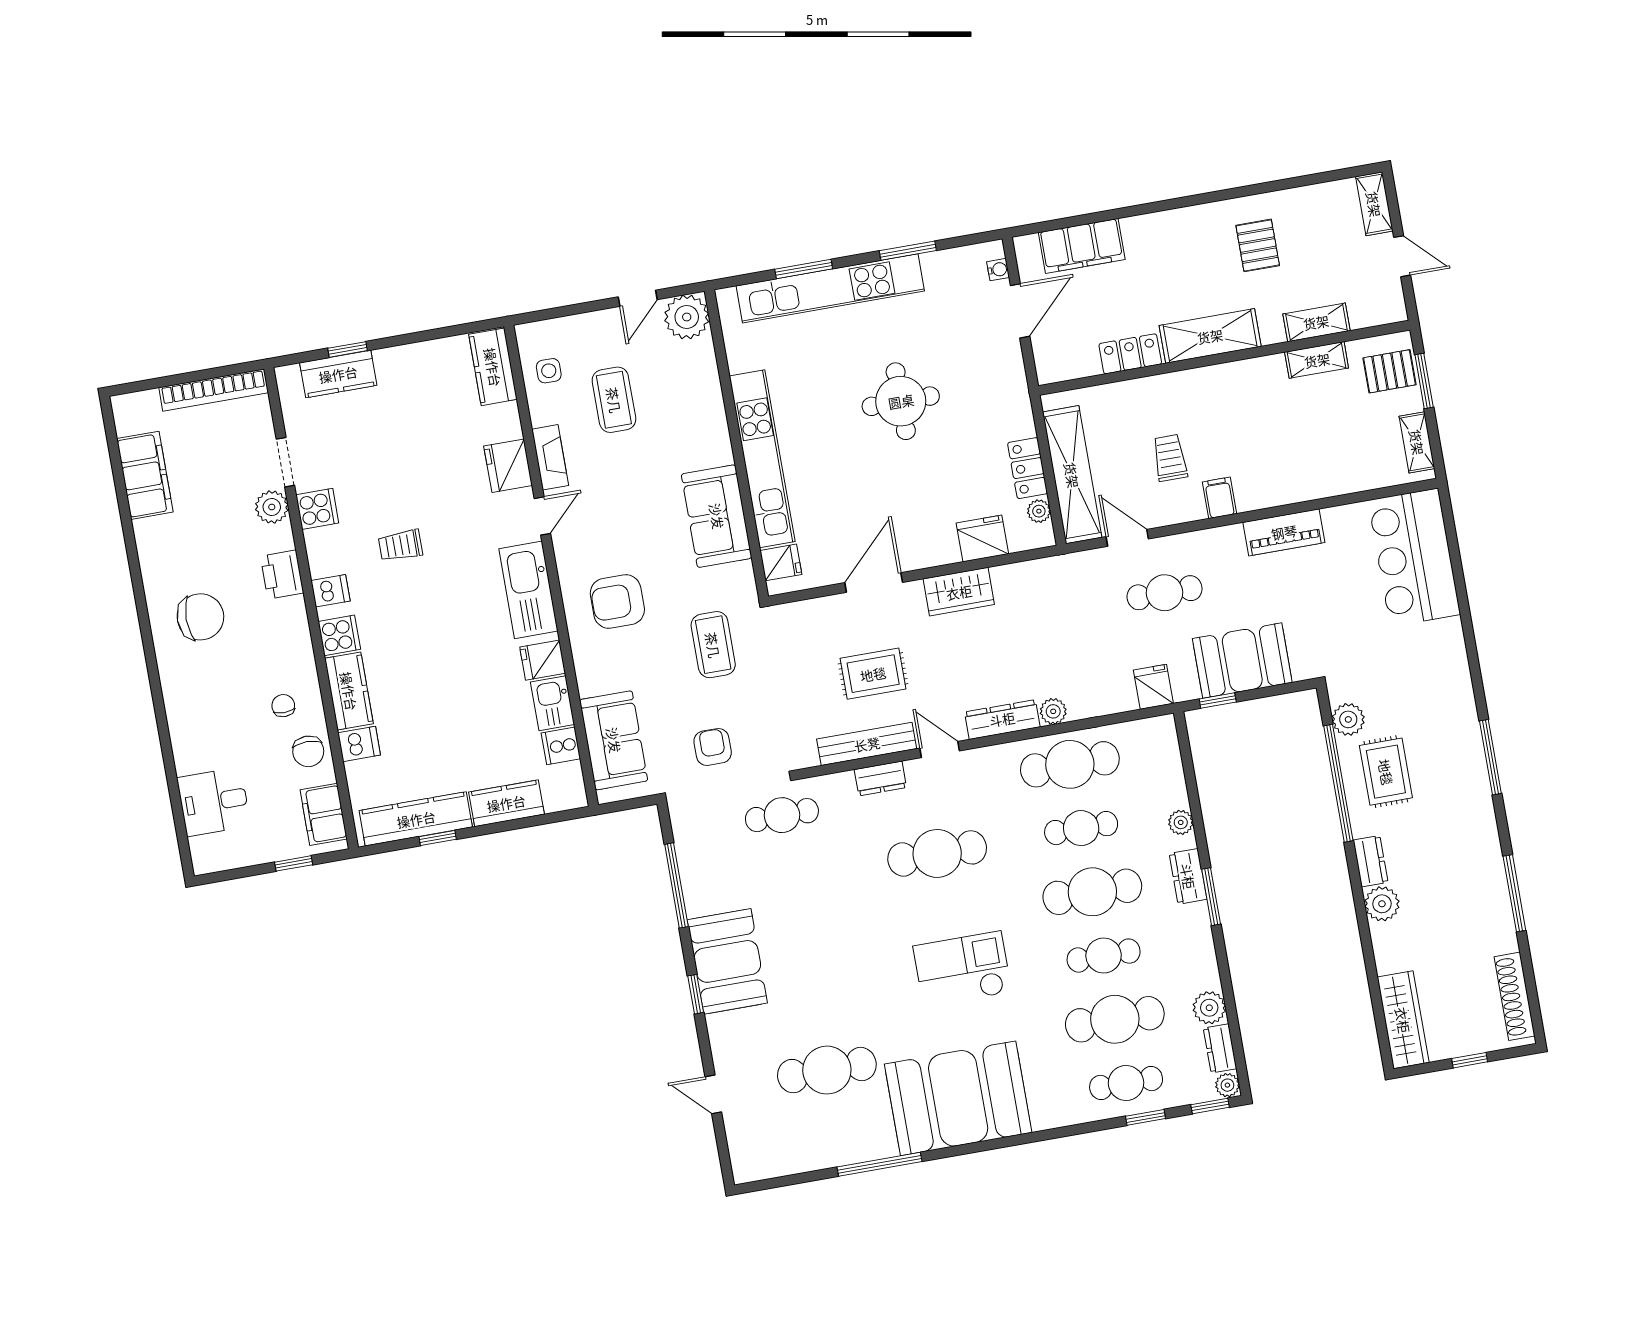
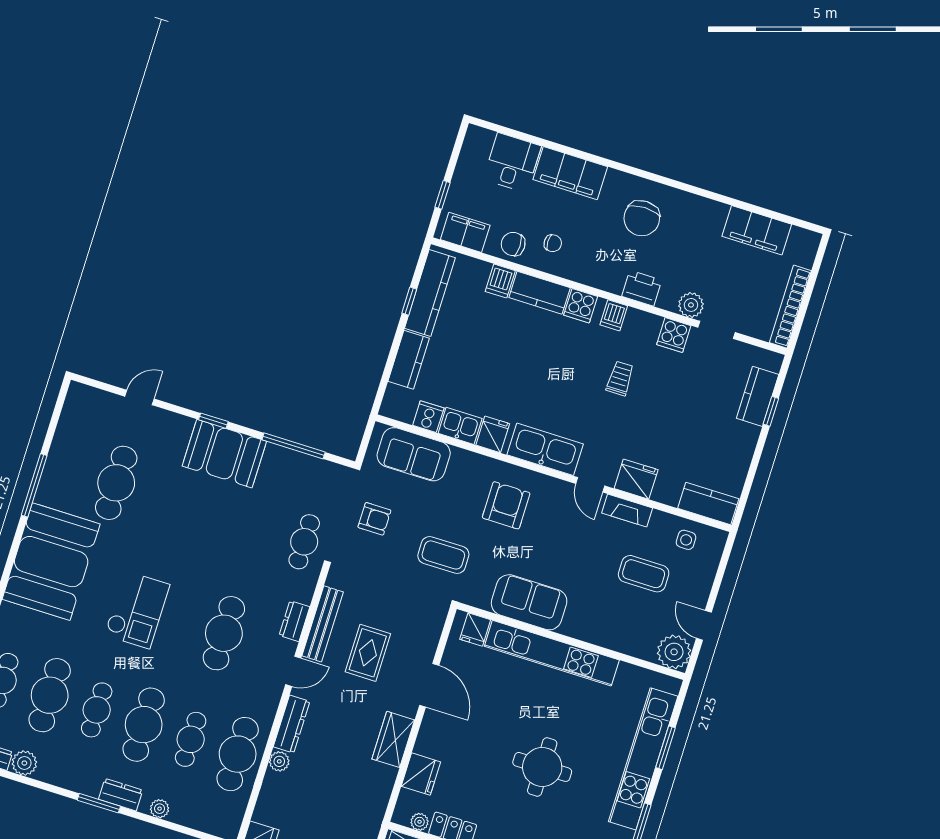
filing cabinet: (191, 728) -> (570, 173), added

